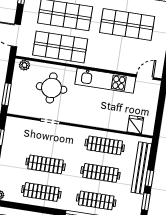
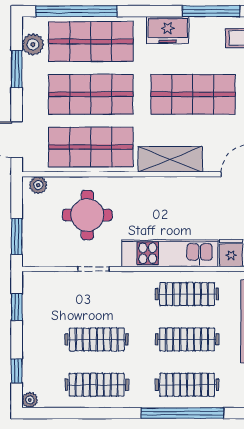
shelving: (107, 62) -> (170, 159), added
kitchen unit: (105, 81) -> (170, 253), moved, turned 180

